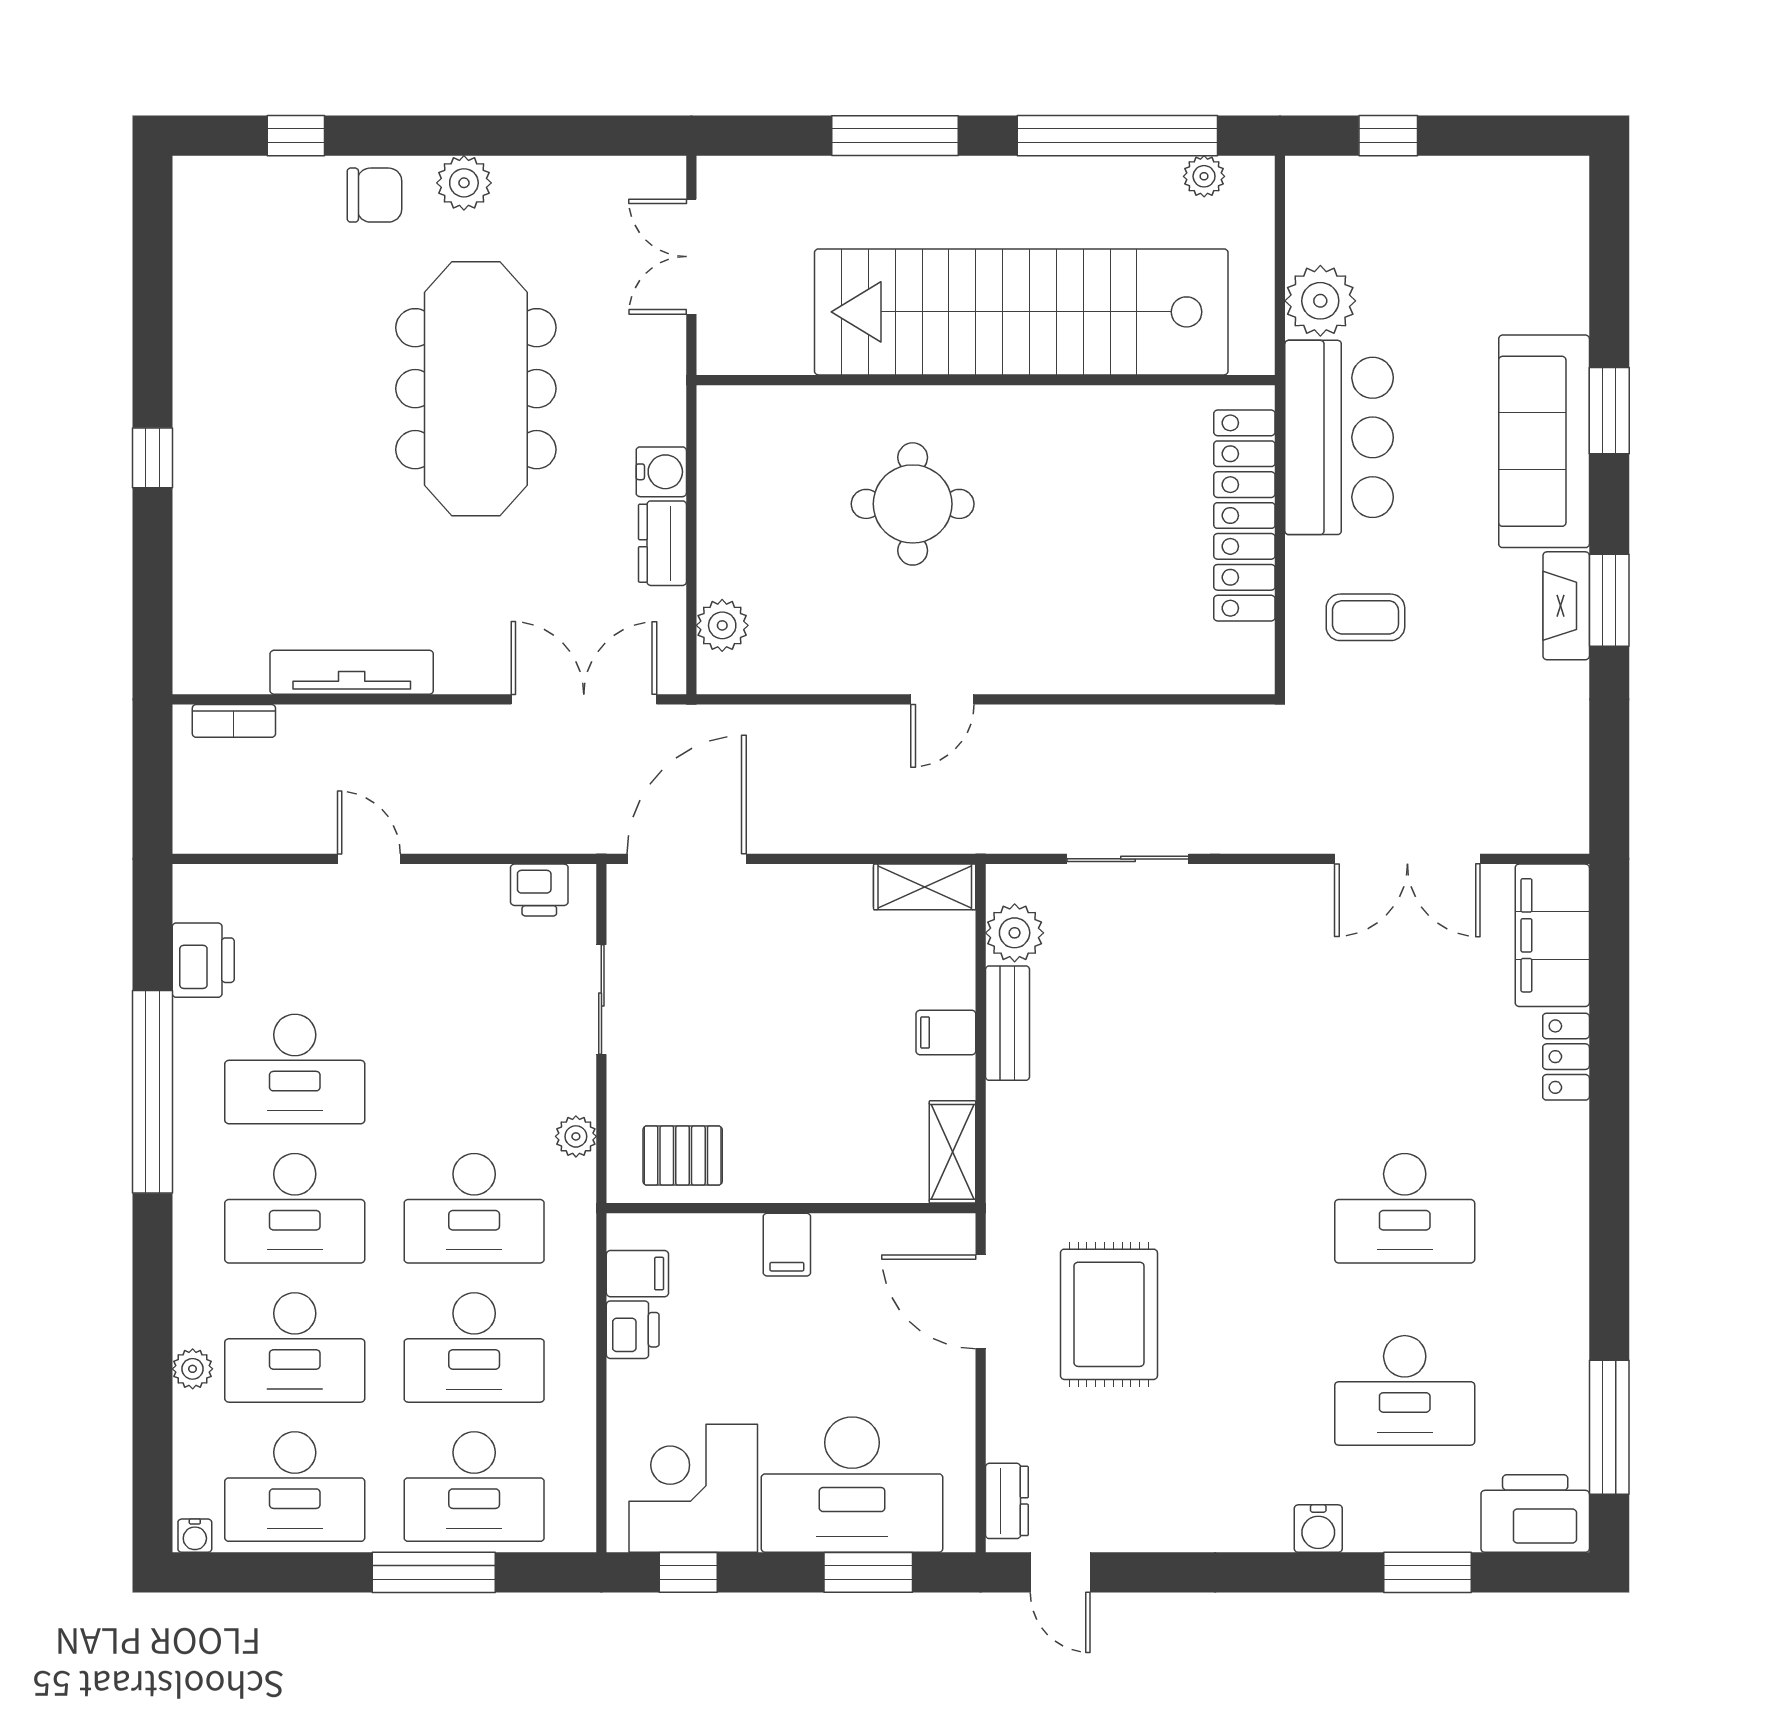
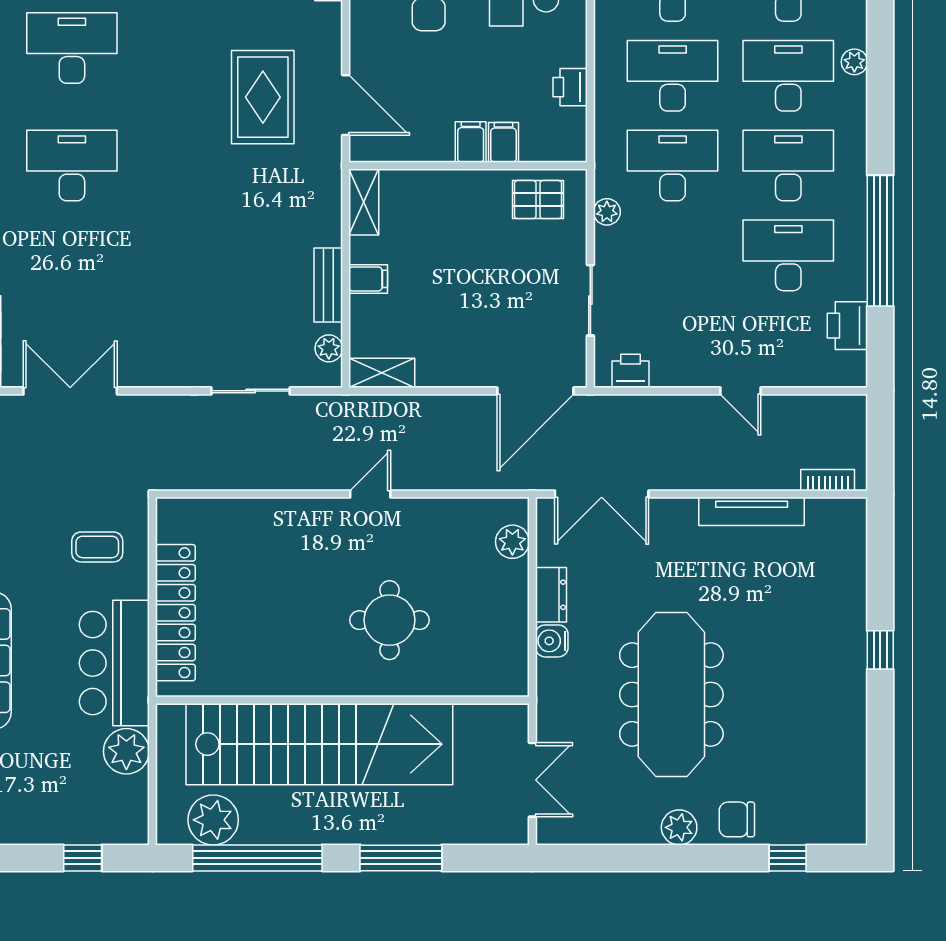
plant: (1204, 176) -> (213, 820), width x1.88, depth x1.88
plant: (1015, 933) -> (329, 348), width x0.73, depth x0.73
filing cabinet: (637, 1274) -> (503, 142), moved, turned 90

